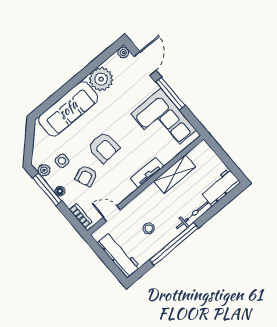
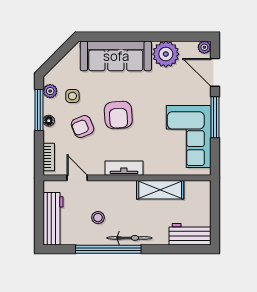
door: (145, 63) -> (215, 72), swing flipped
tv unit: (147, 173) -> (124, 168), moved
bicycle: (192, 215) -> (129, 238), moved

